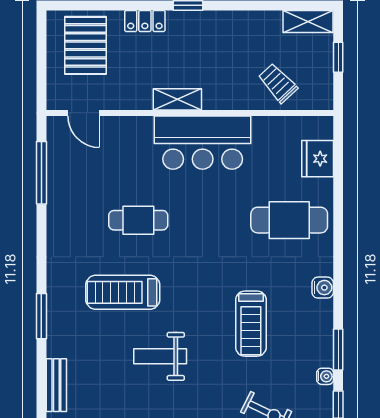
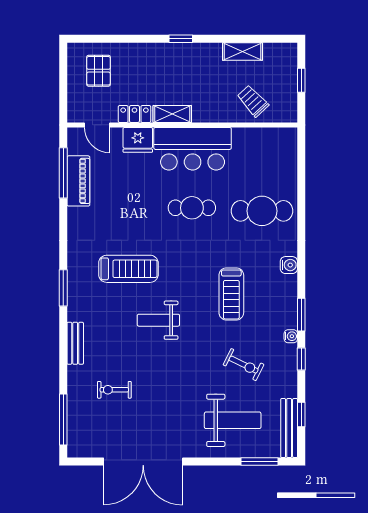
locker: (145, 21) -> (134, 114), moved, turned 180
shelving: (308, 21) -> (242, 52), moved
pallet: (85, 45) -> (99, 71), width x0.67, depth x0.71
fridge: (318, 159) -> (138, 140), moved, turned -90
piano: (60, 183) -> (78, 181), added
cafe table: (138, 220) -> (192, 208), moved
treadmill: (123, 292) -> (128, 269), turned 180

